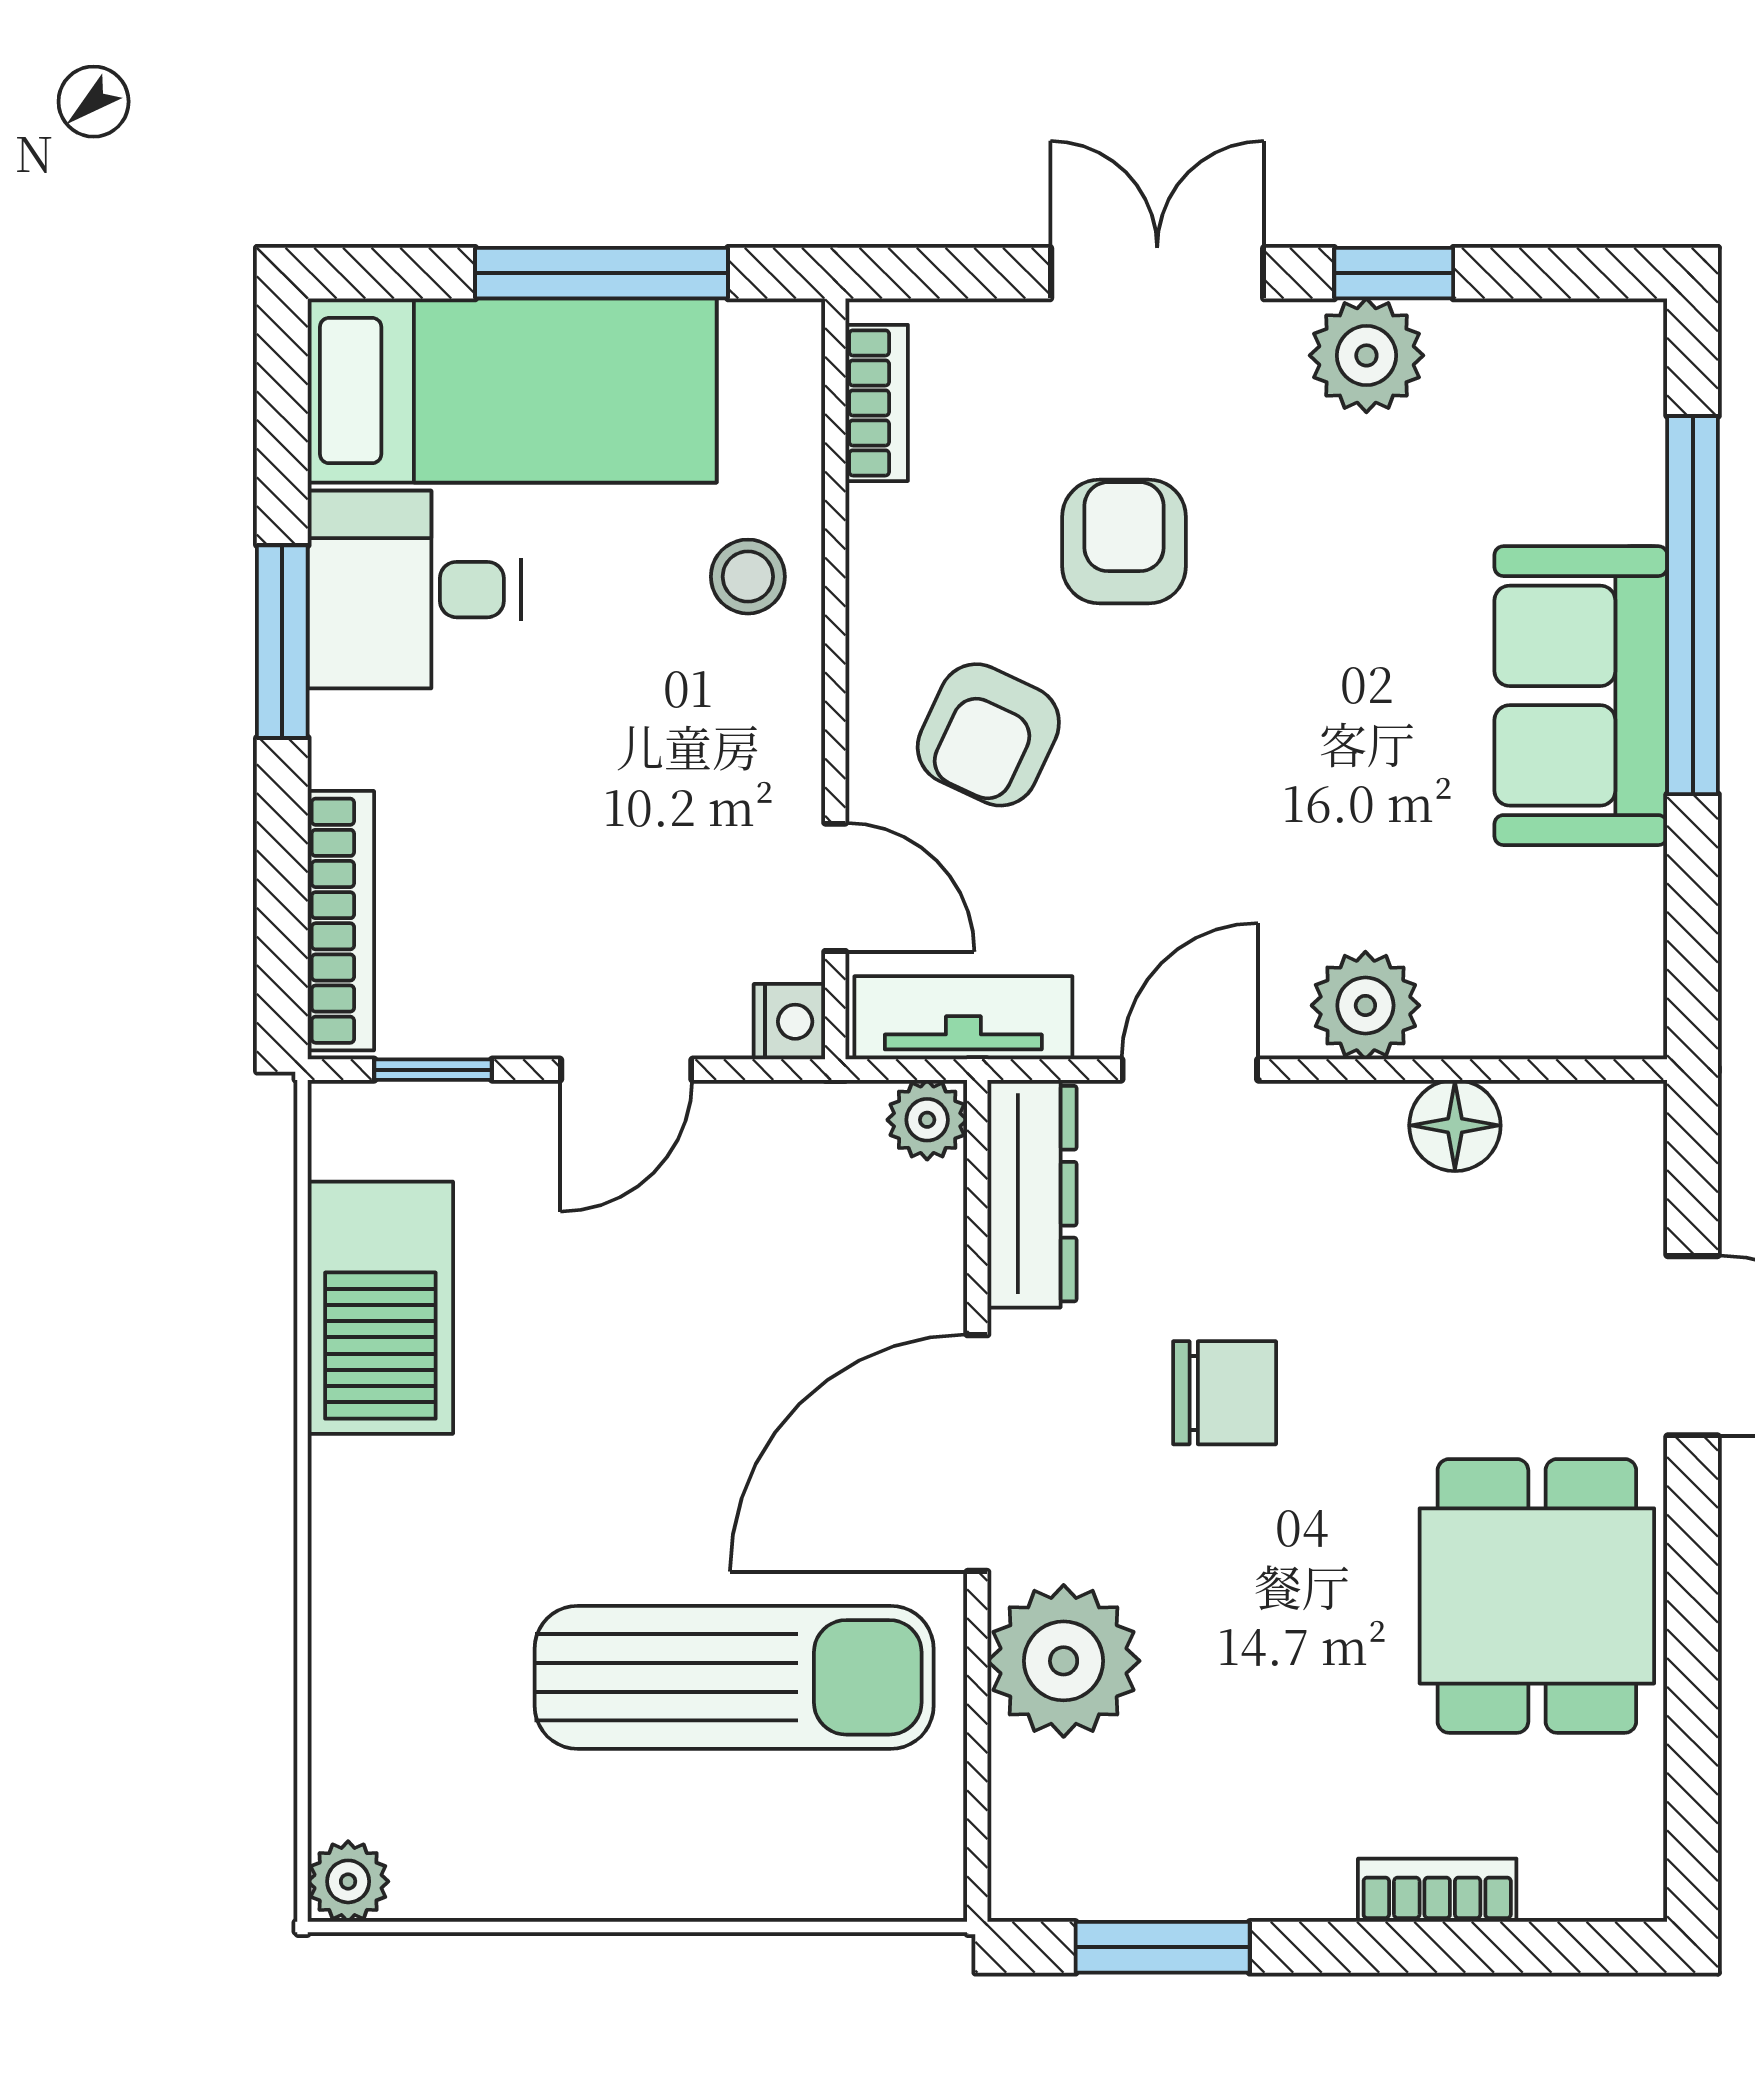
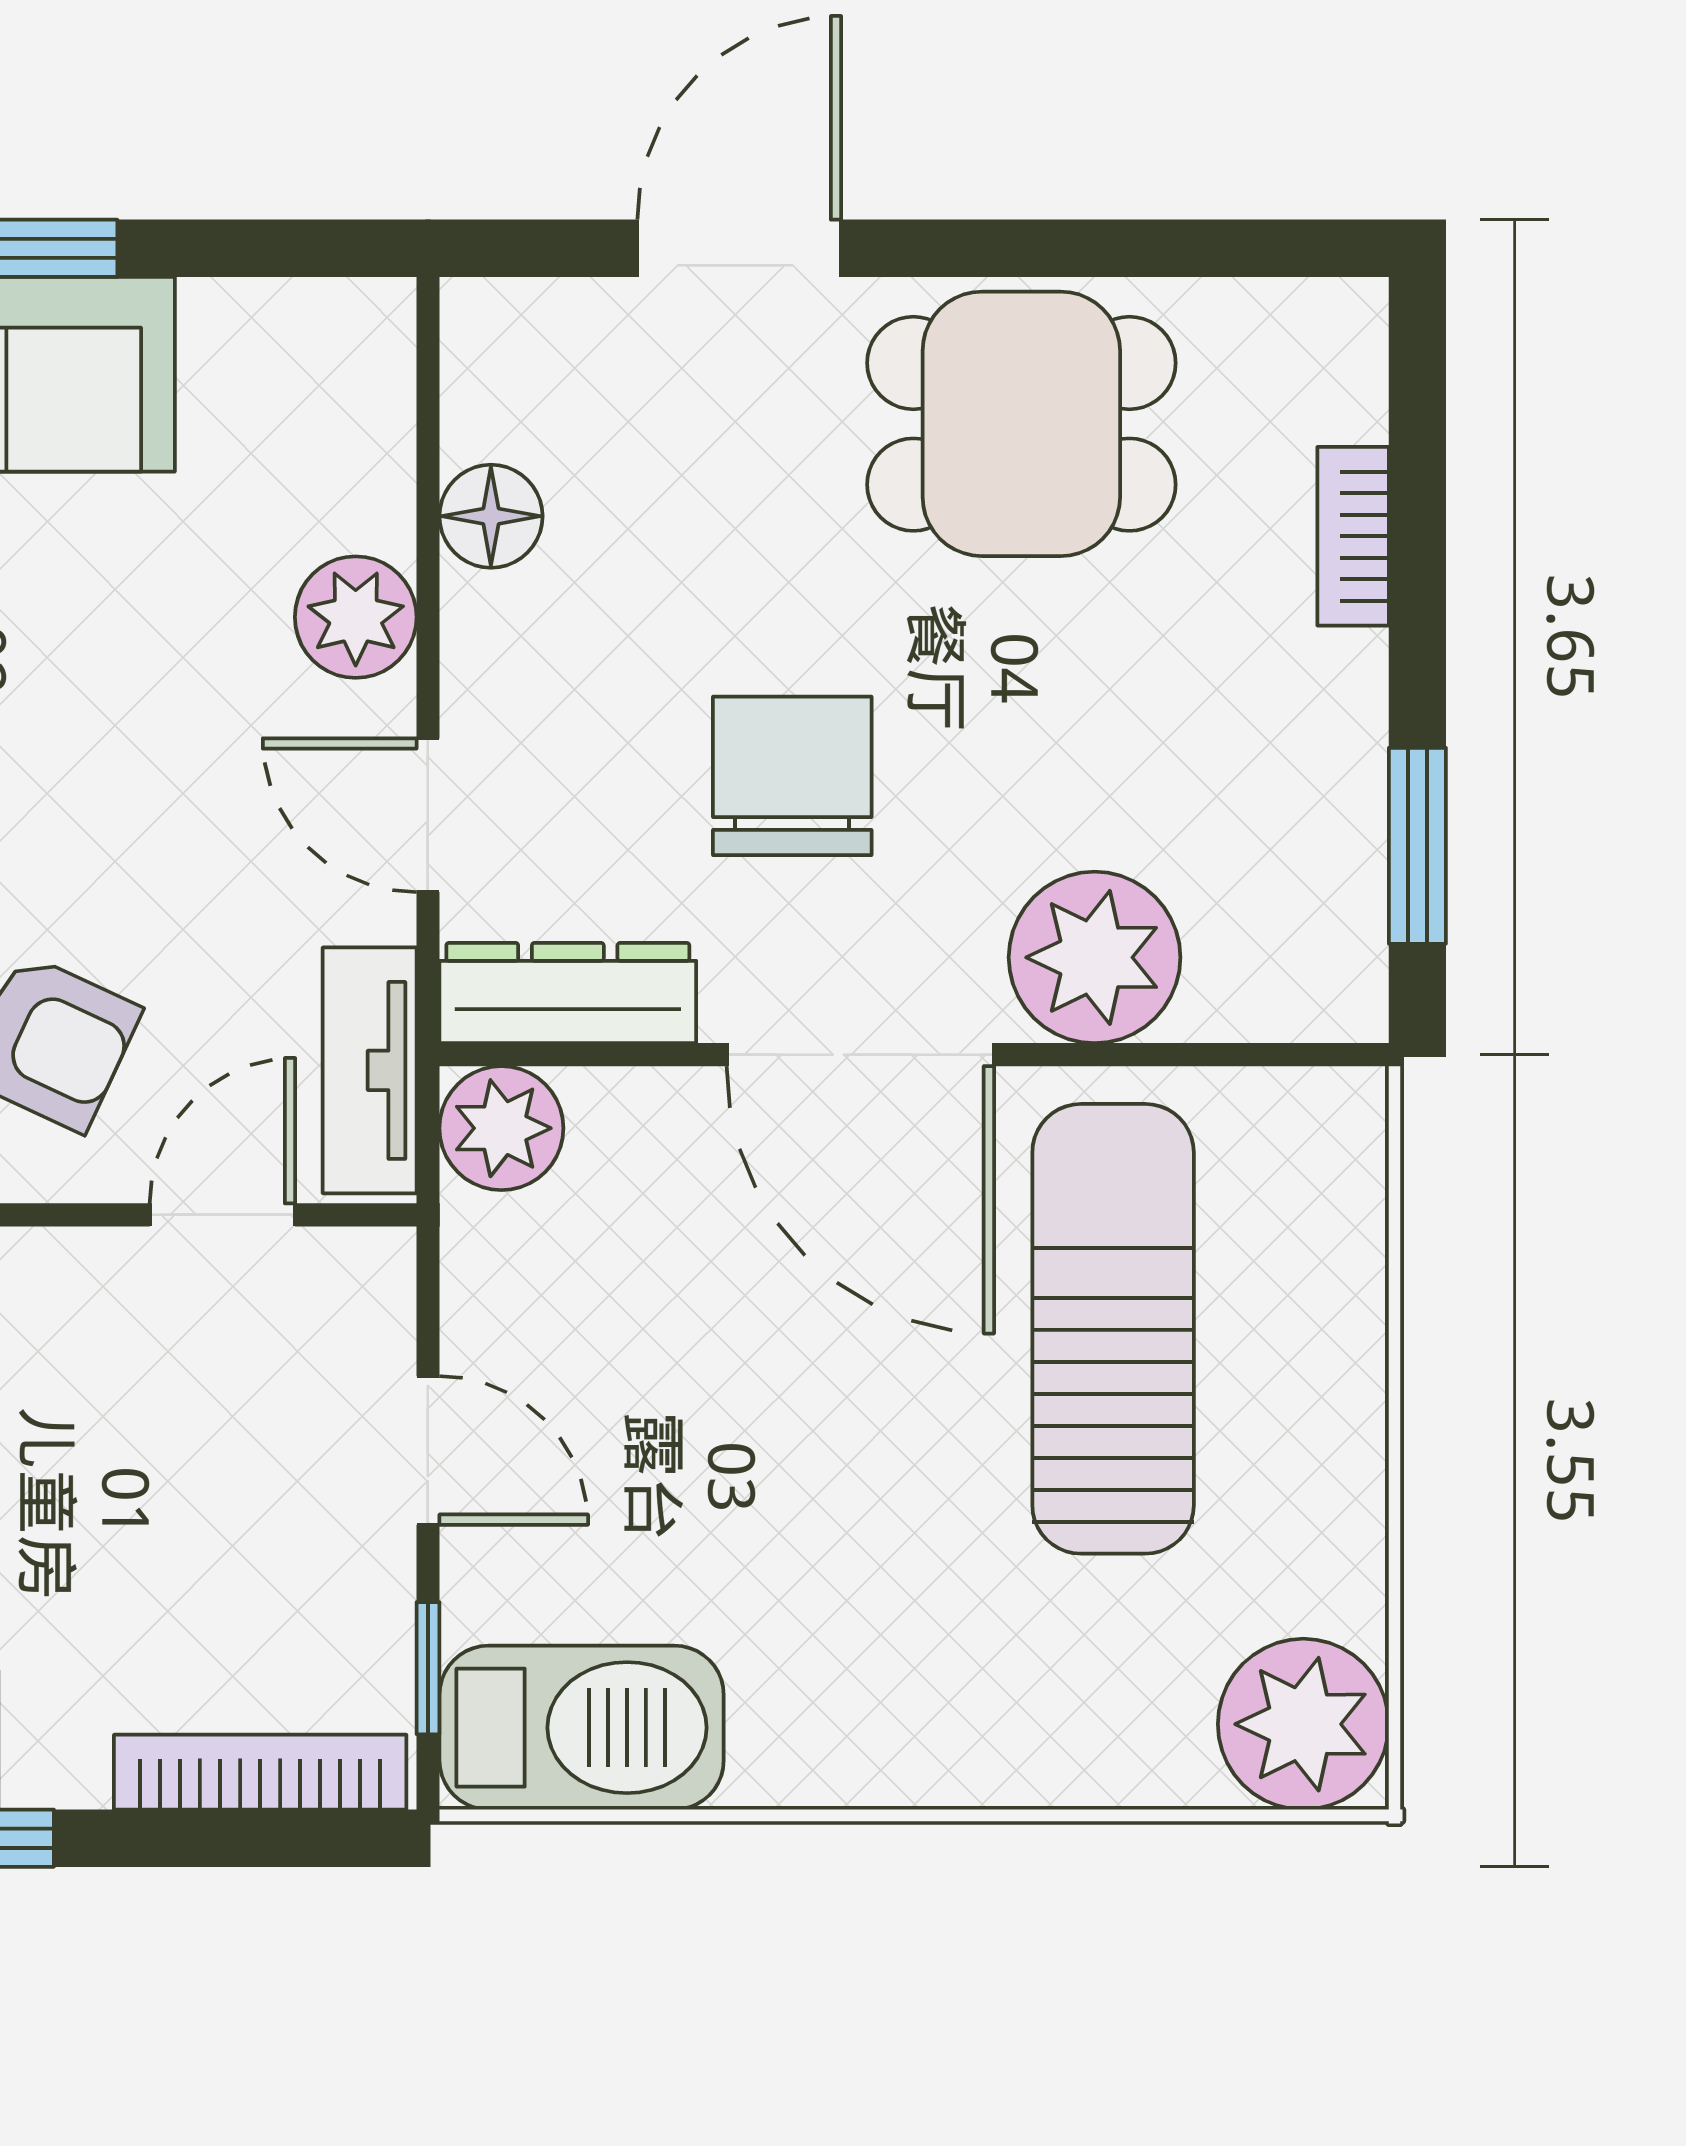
nightstand: (789, 1022) -> (374, 1266), removed
plant: (927, 1120) -> (501, 1128), width x1.38, depth x1.38
barbecue: (380, 1308) -> (582, 1728), moved
chair: (1225, 1393) -> (792, 776), width x1.37, depth x1.37
plant: (348, 1881) -> (1303, 1724), width x1.88, depth x1.88

